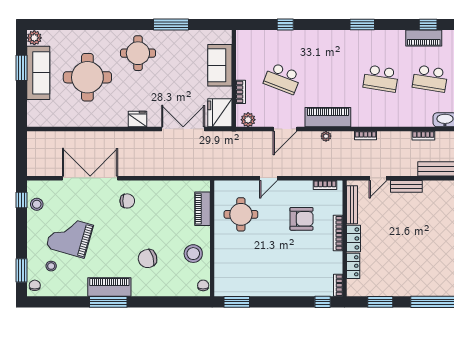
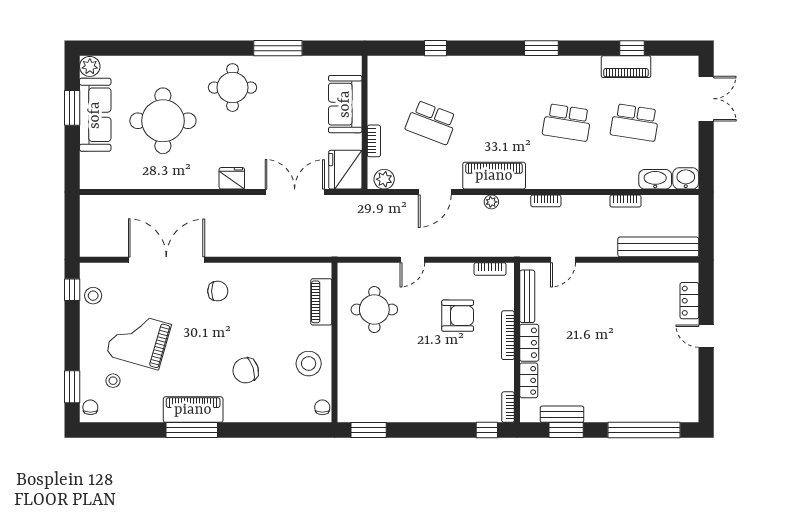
bench: (406, 186) -> (562, 414), moved

